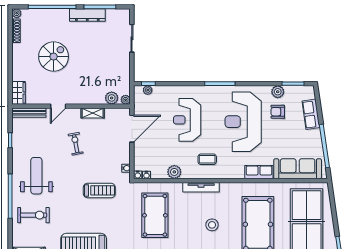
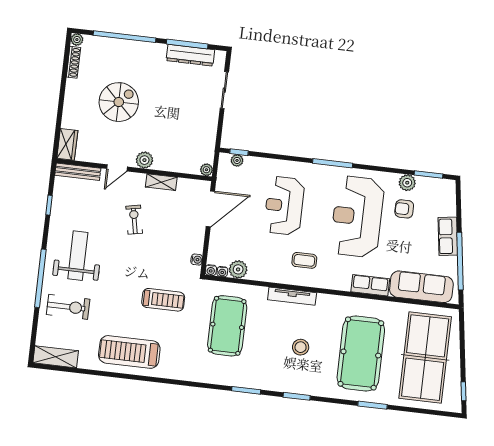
dresser: (87, 15) -> (190, 55), moved
plant: (112, 98) -> (144, 160), moved
row of seats: (311, 114) -> (448, 236), moved
plant: (174, 172) -> (238, 269), moved
treadmill: (99, 190) -> (163, 300), moved

